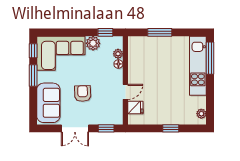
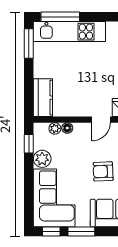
window: (160, 32) -> (29, 44), moved
kitchen counter: (144, 44) -> (43, 98), added
door: (125, 92) -> (101, 120), swing flipped

